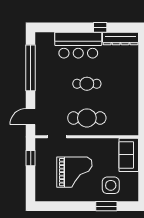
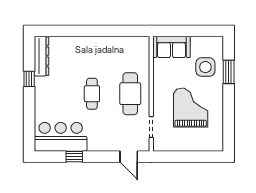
bar counter: (78, 45) -> (61, 137), moved, turned -90
window: (31, 68) -> (74, 157), width x0.32
window: (31, 158) -> (175, 157), removed

